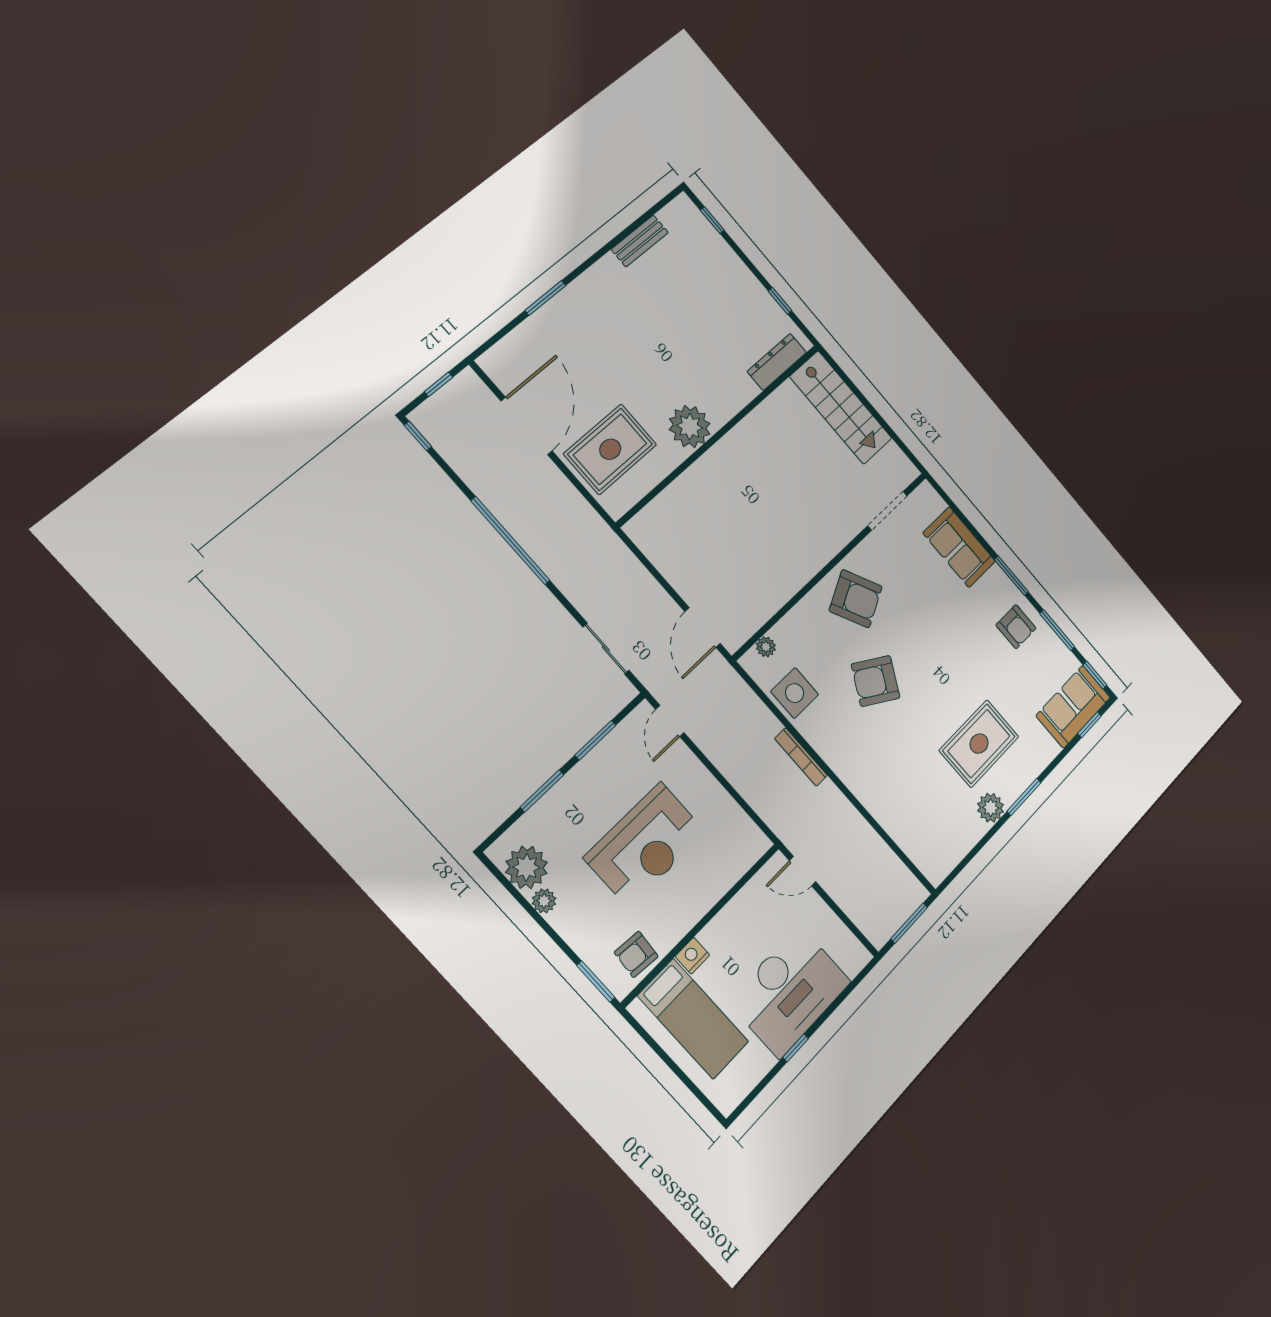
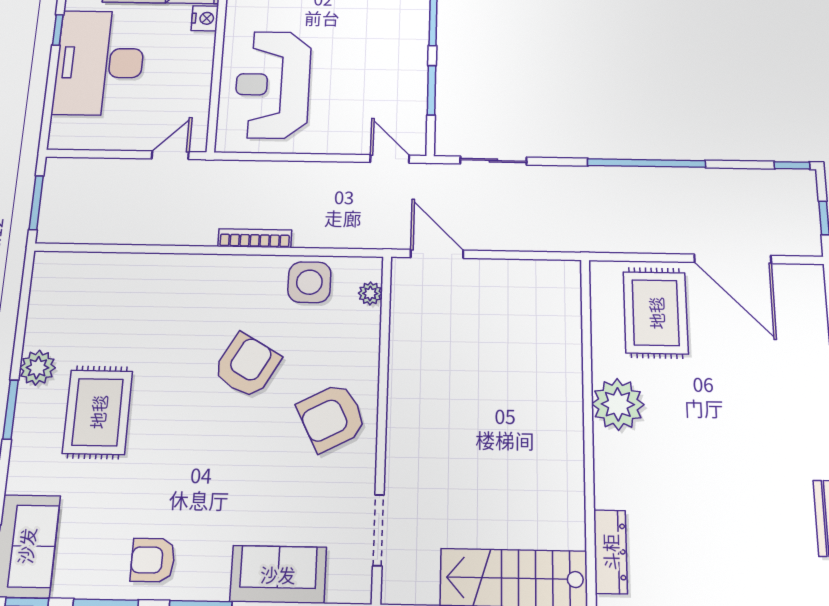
reception desk: (645, 845) -> (273, 85), moved

